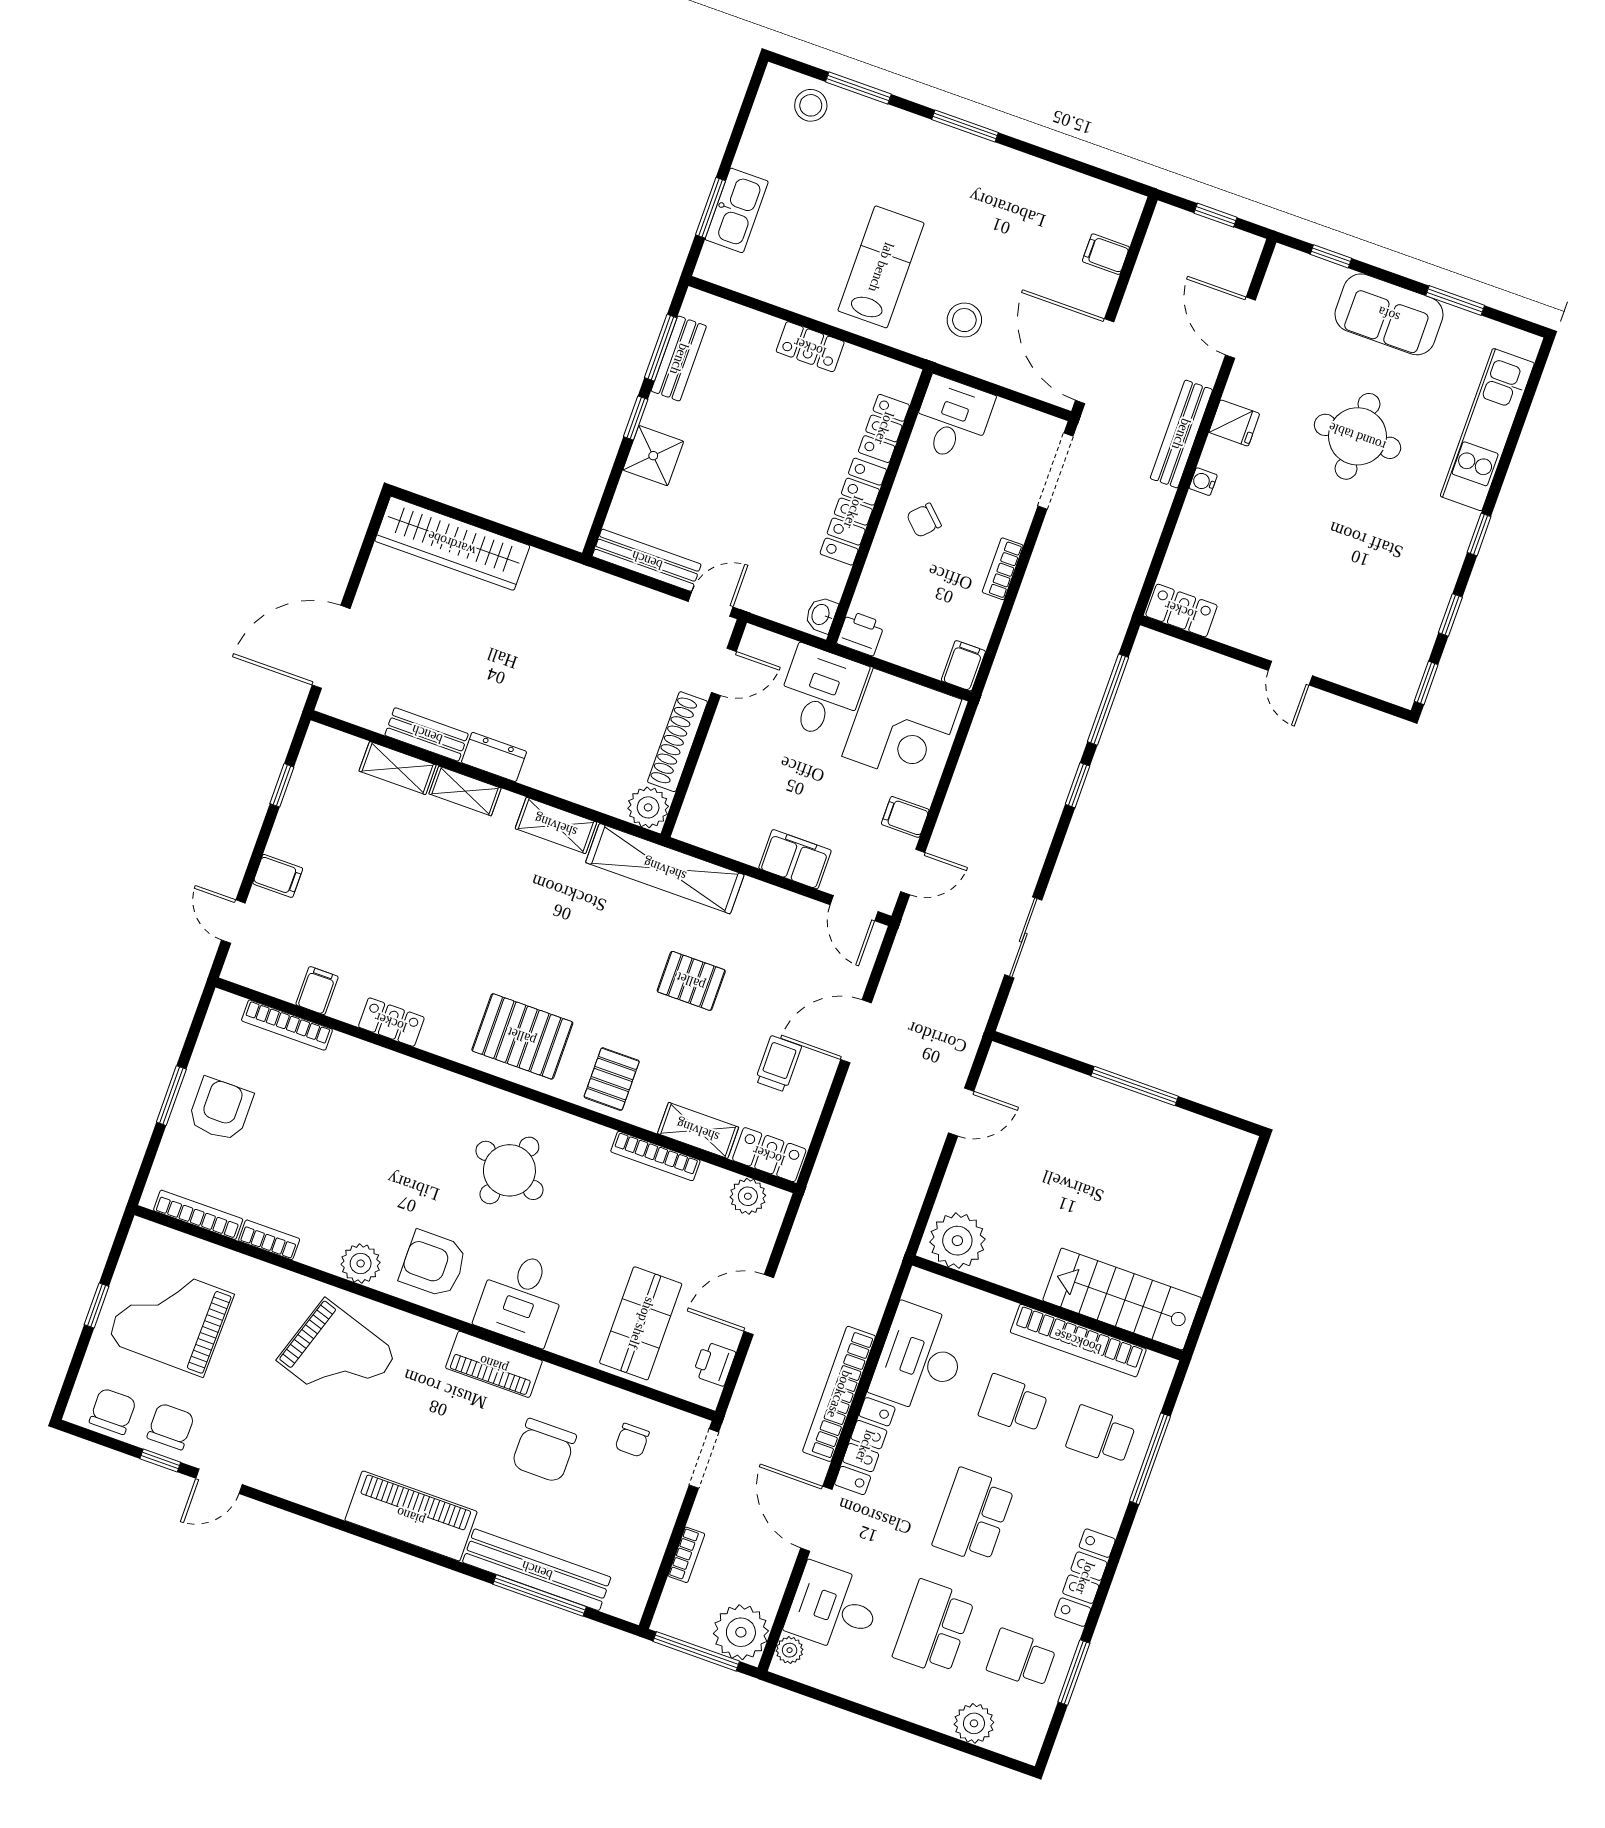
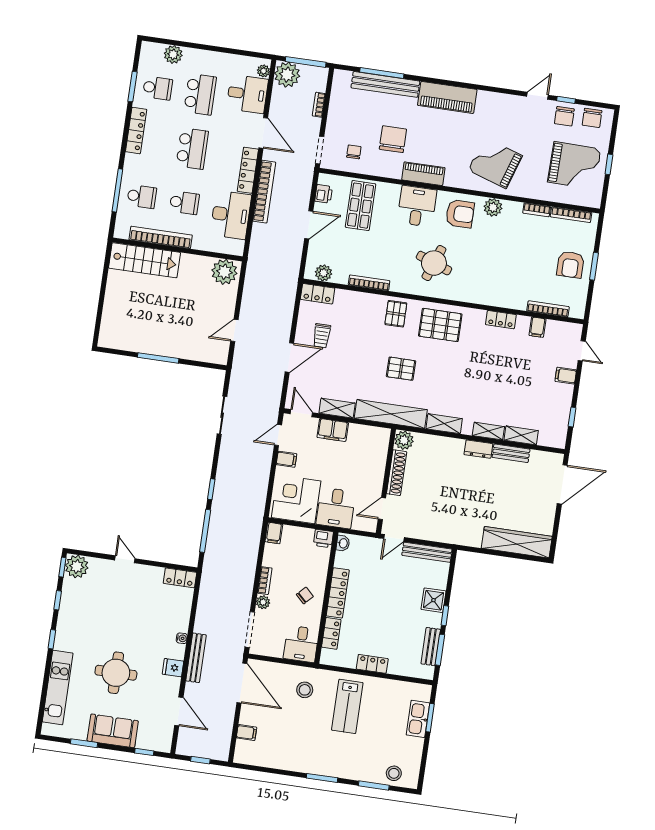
plant: (1016, 524) -> (263, 602), added
plant: (1396, 678) -> (77, 566), added
pallet: (691, 981) -> (401, 369), moved
shelving: (698, 1130) -> (337, 408), moved

